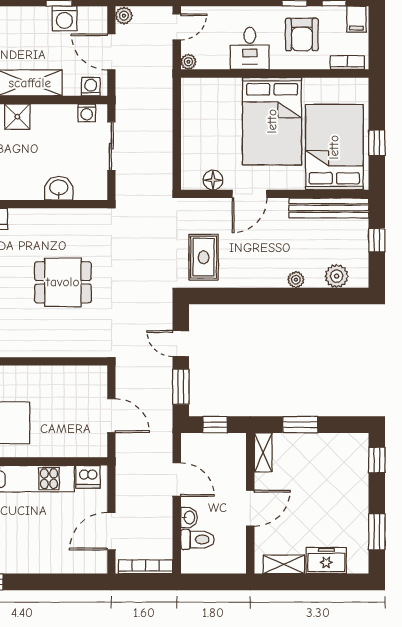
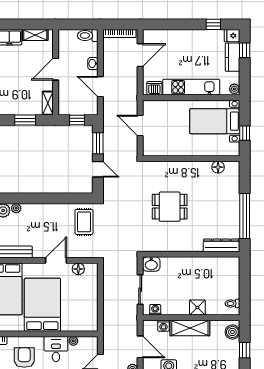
plant: (188, 62) -> (73, 341), moved
washing machine: (91, 87) -> (164, 326), moved
washbasin: (59, 188) -> (151, 264), moved
plant: (296, 280) -> (16, 208), moved
toilet: (198, 539) -> (88, 35), moved

